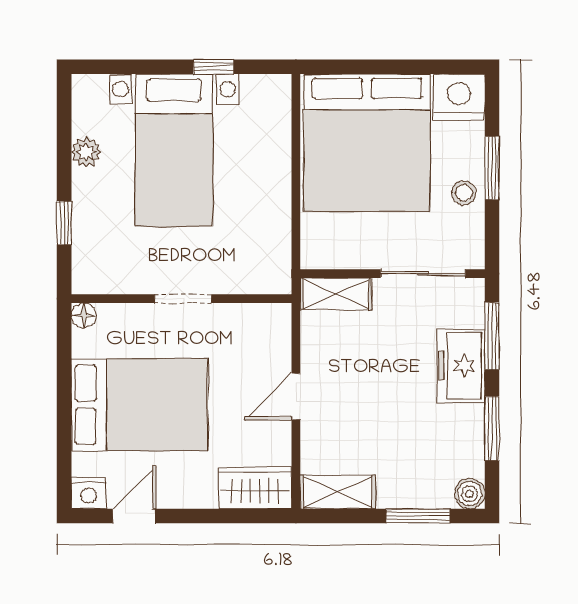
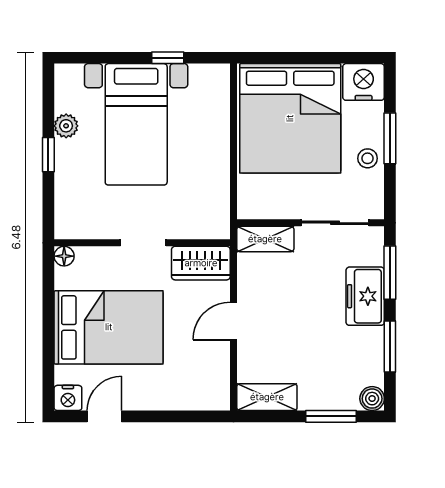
window: (64, 223) -> (48, 155), moved
wardrobe: (255, 488) -> (201, 263), moved, turned 180

